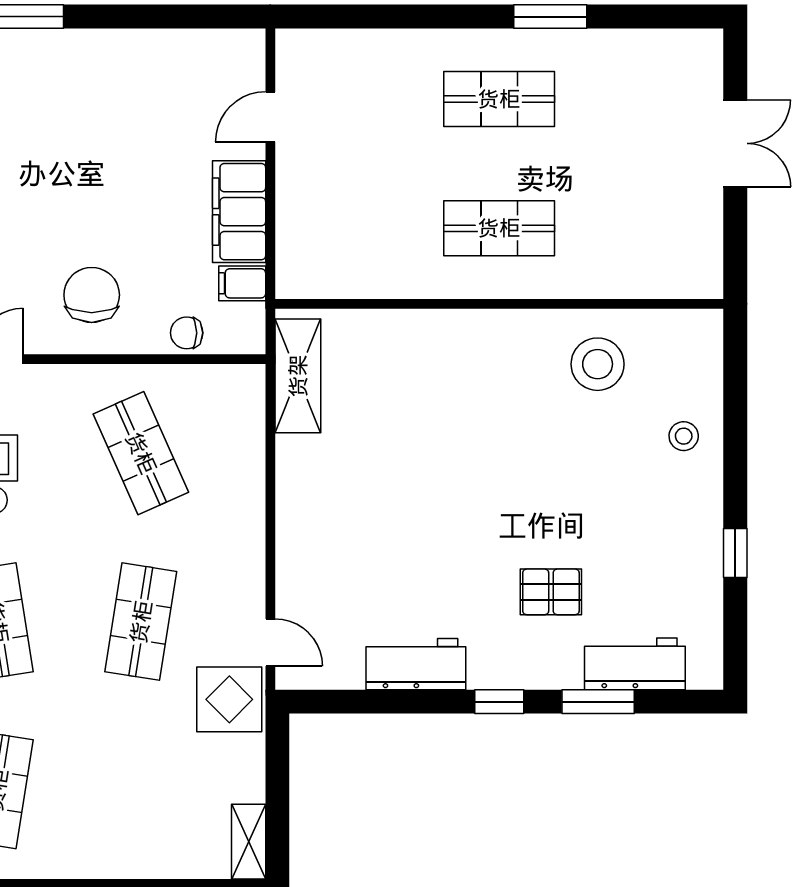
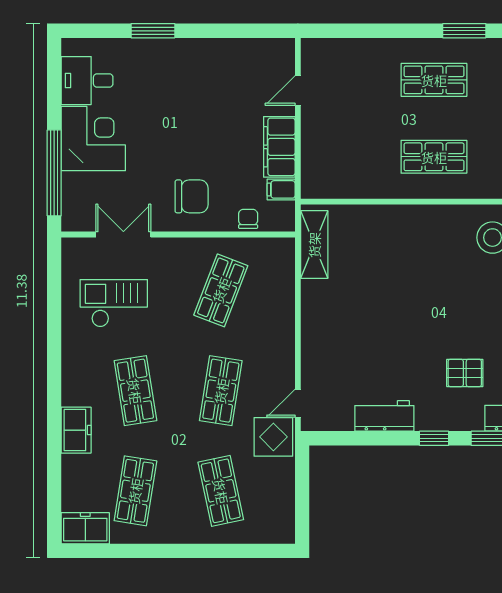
chair: (92, 295) -> (192, 196), turned 90
chair: (187, 333) -> (248, 219), turned 90
shop shelf: (141, 453) -> (221, 290), turned 45
door: (270, 642) -> (298, 403), swing flipped
shop shelf: (141, 790) -> (221, 491), added
shelving: (249, 842) -> (285, 522), removed

